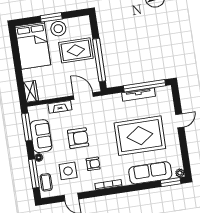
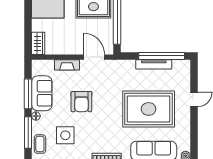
window: (27, 127) -> (28, 94), moved
armchair: (78, 138) -> (81, 102), turned 90
armchair: (93, 164) -> (93, 132), removed

